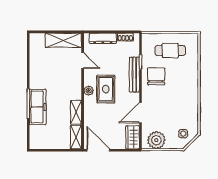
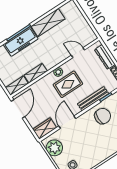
shelving: (63, 40) -> (48, 23), moved, turned 90
door: (83, 61) -> (78, 53), swing flipped
door: (140, 113) -> (67, 122), hinge flipped

